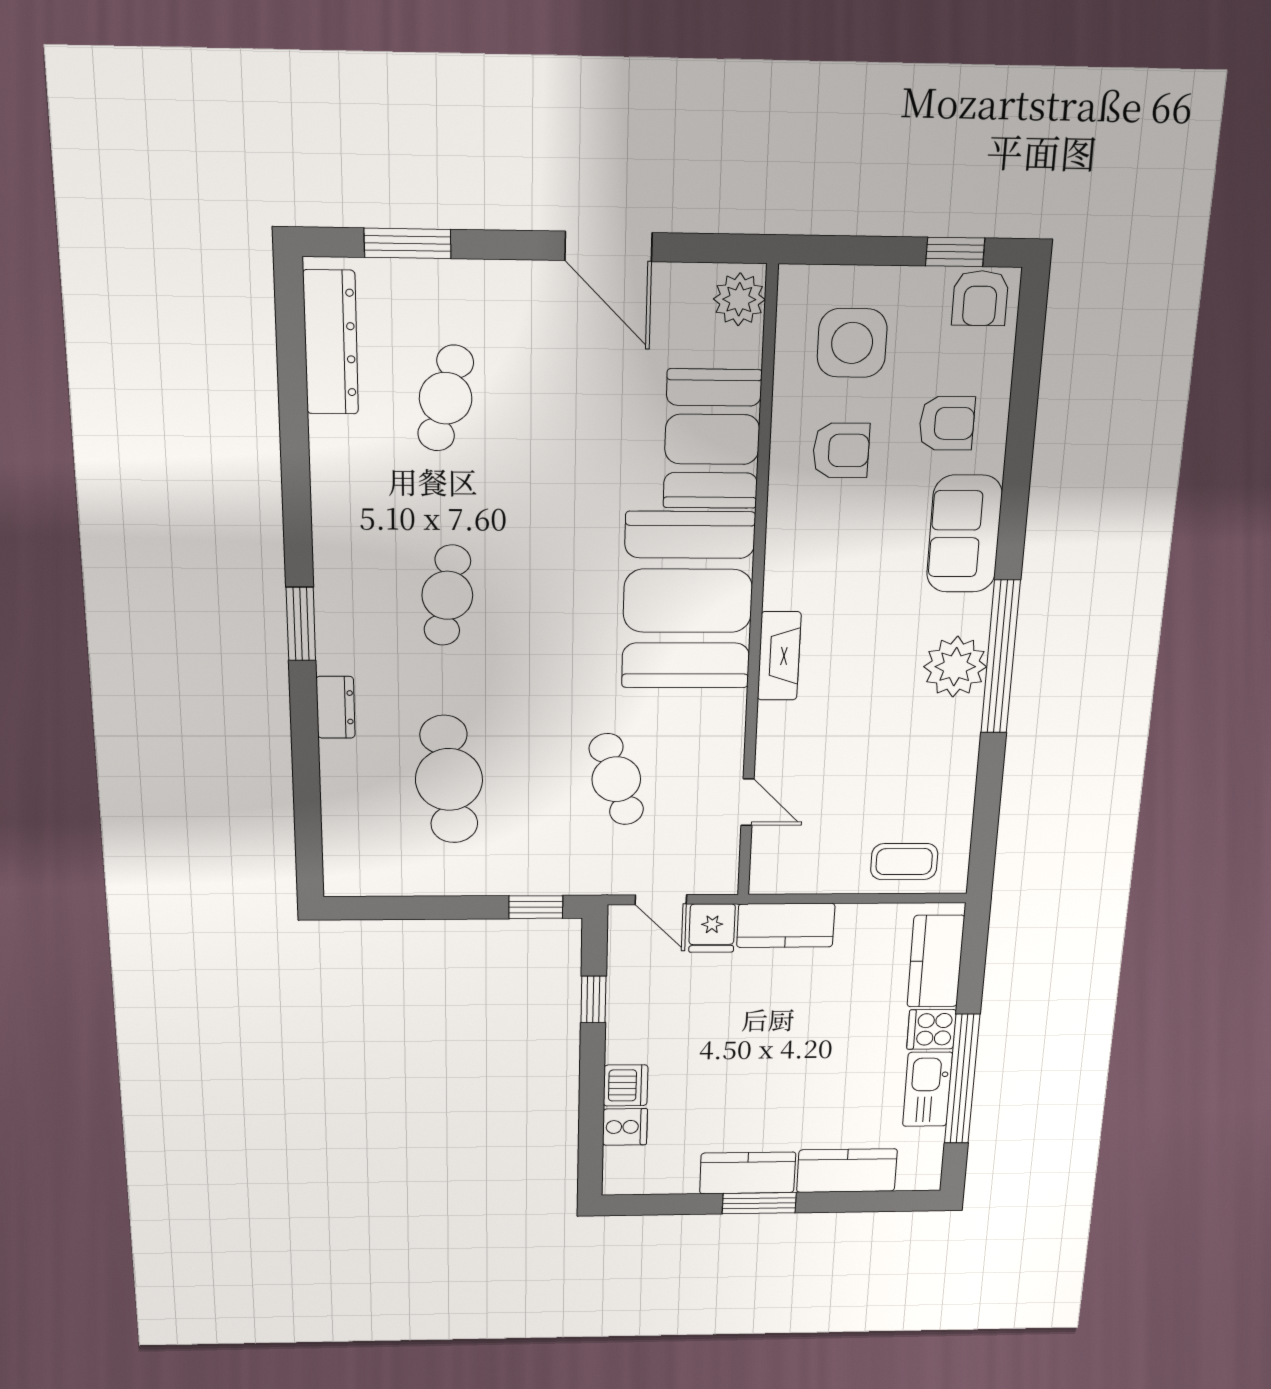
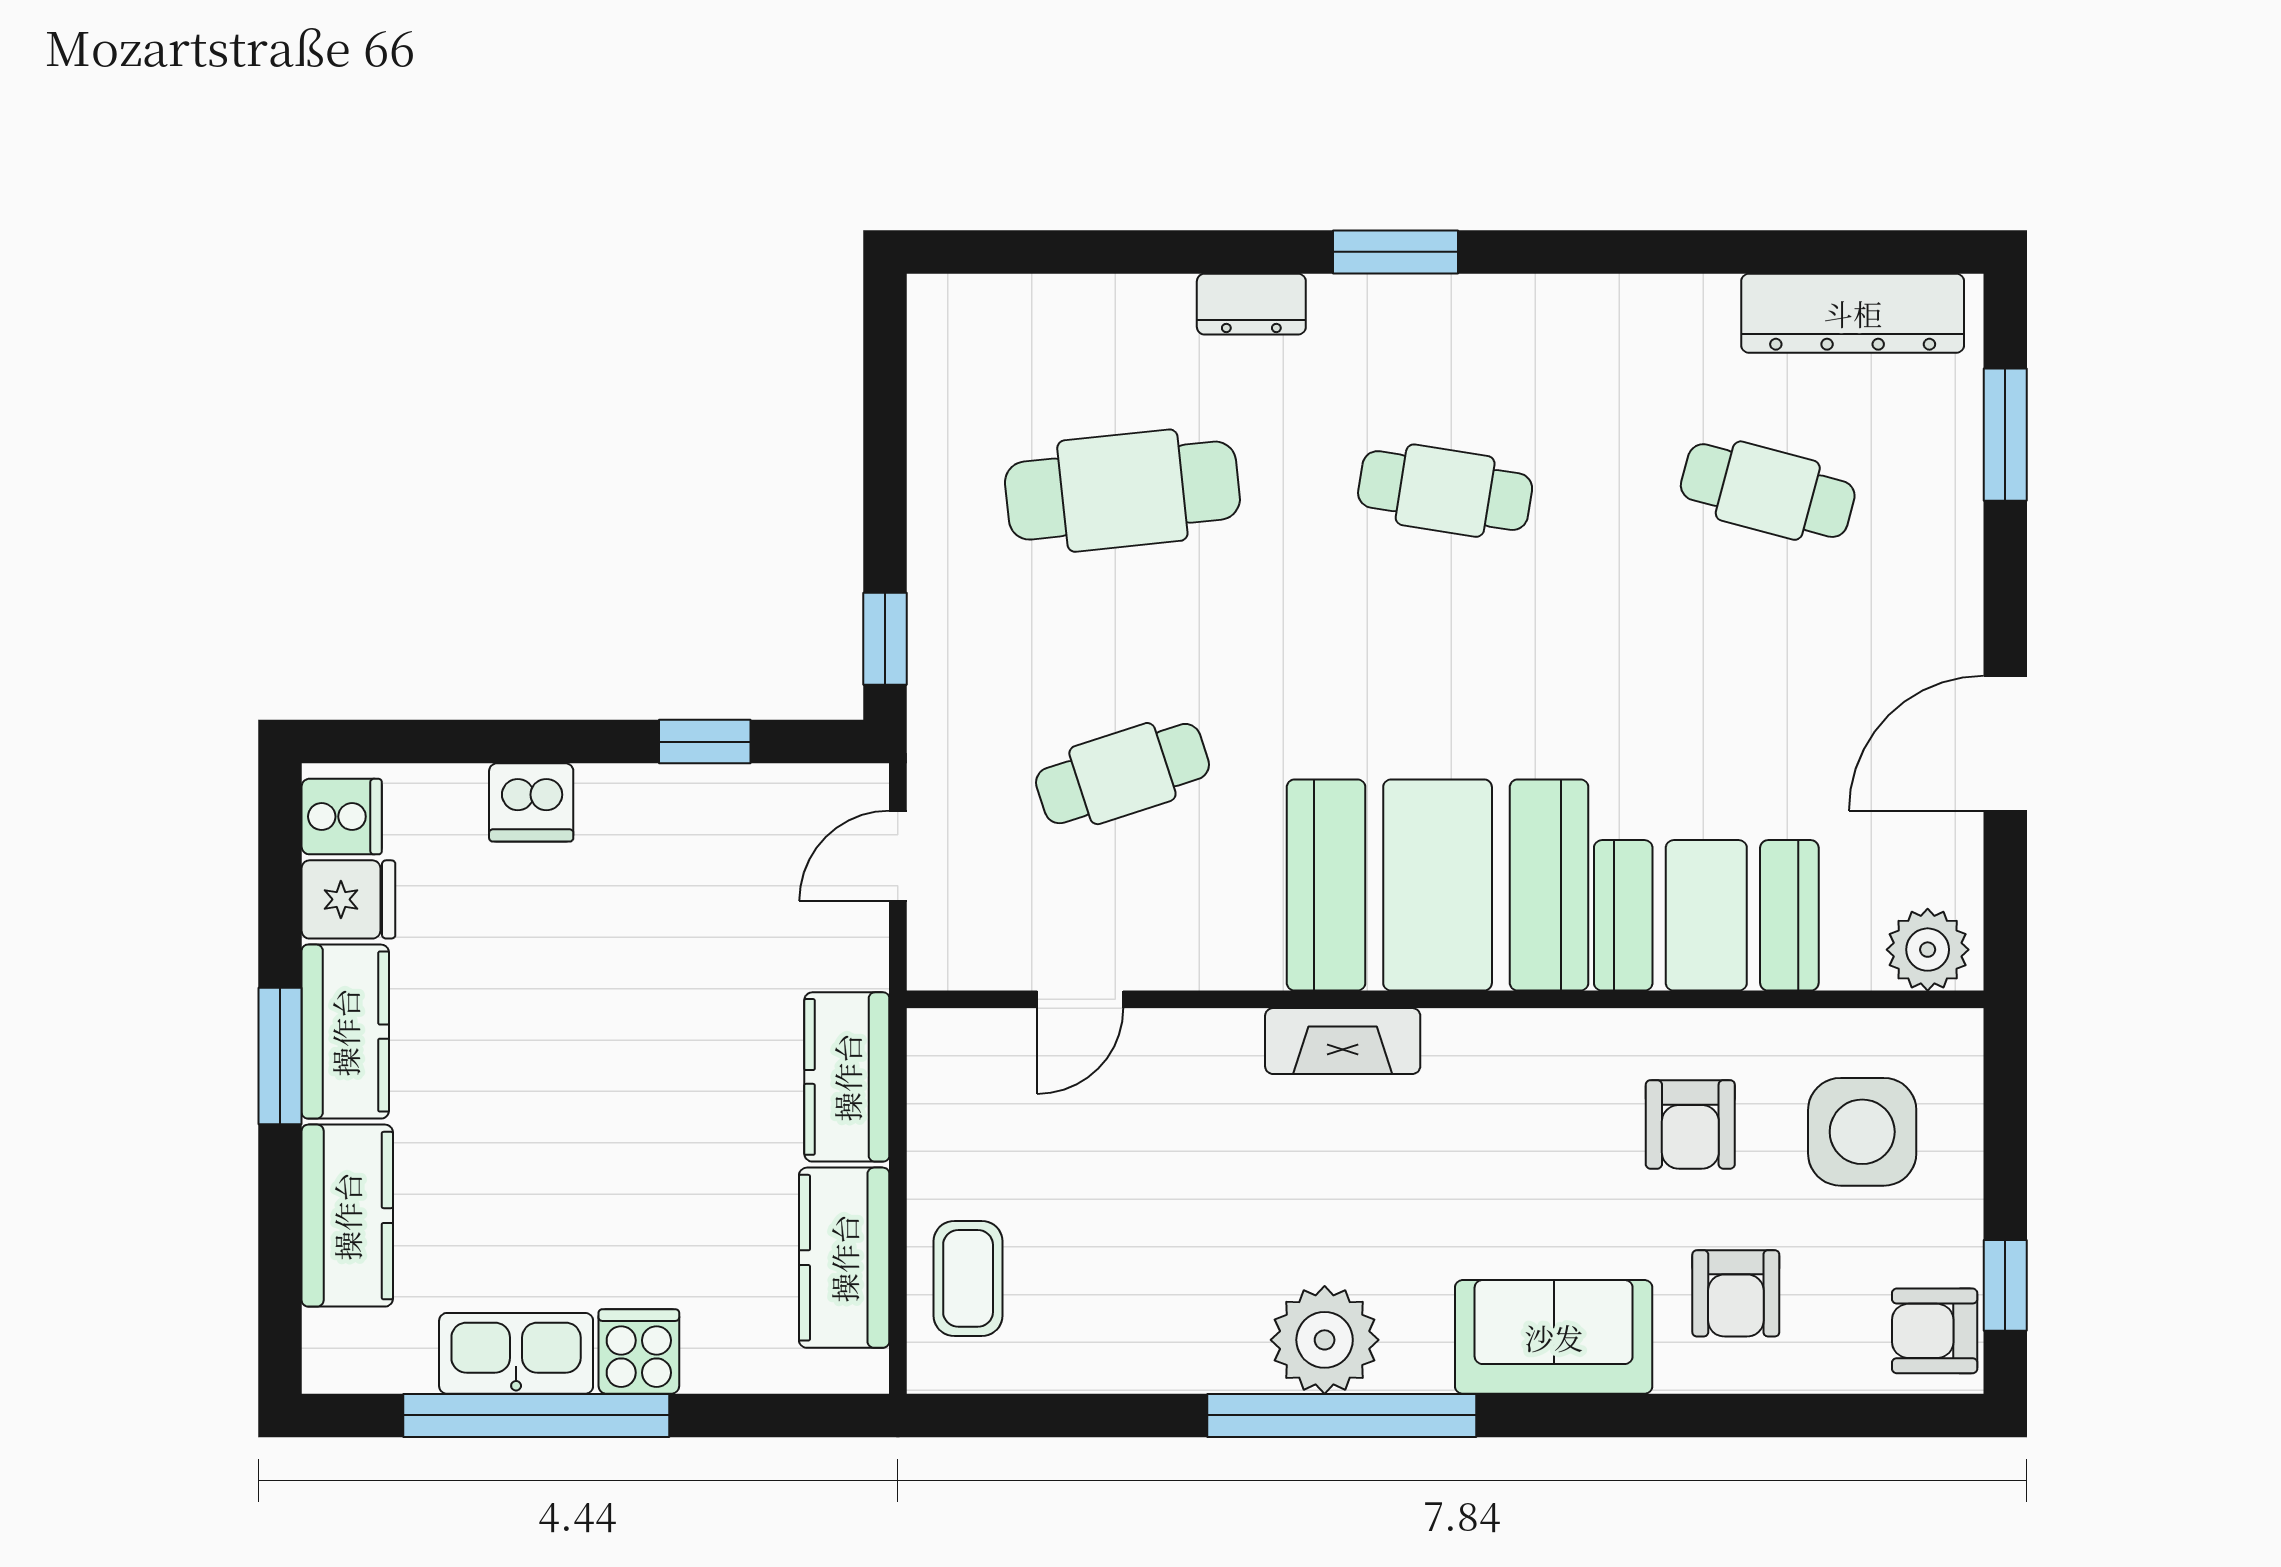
fridge: (712, 928) -> (348, 899), moved, turned 180
kitchen counter: (936, 961) -> (844, 1258), moved, turned -90
cooker: (625, 1127) -> (342, 817), moved, turned -90

